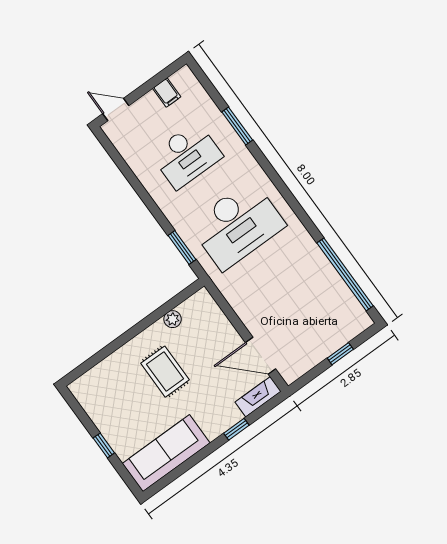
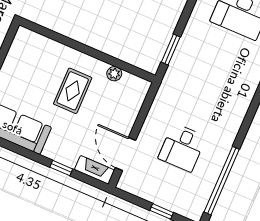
desk: (237, 225) -> (182, 148), moved, width x0.53, depth x0.77

